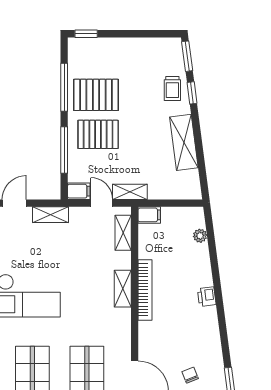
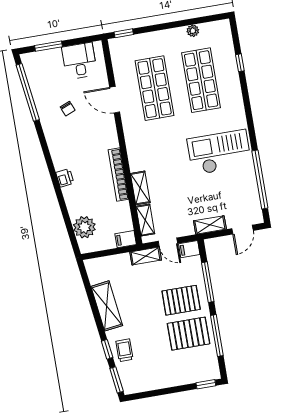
plant: (200, 236) -> (84, 227), width x1.87, depth x1.87
shelving: (123, 289) -> (140, 188), moved

